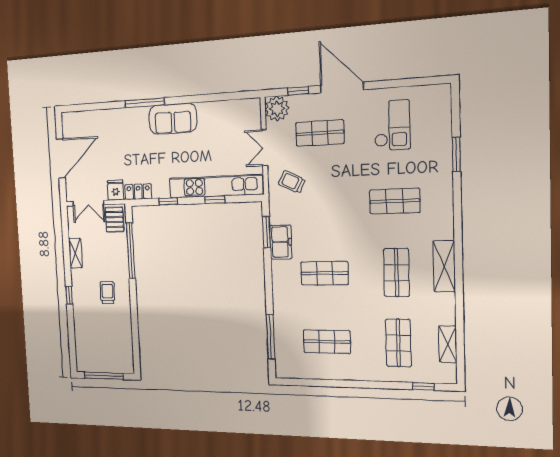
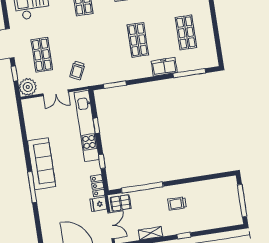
sofa: (173, 119) -> (42, 164), width x1.36
freezer: (281, 242) -> (164, 67), moved

